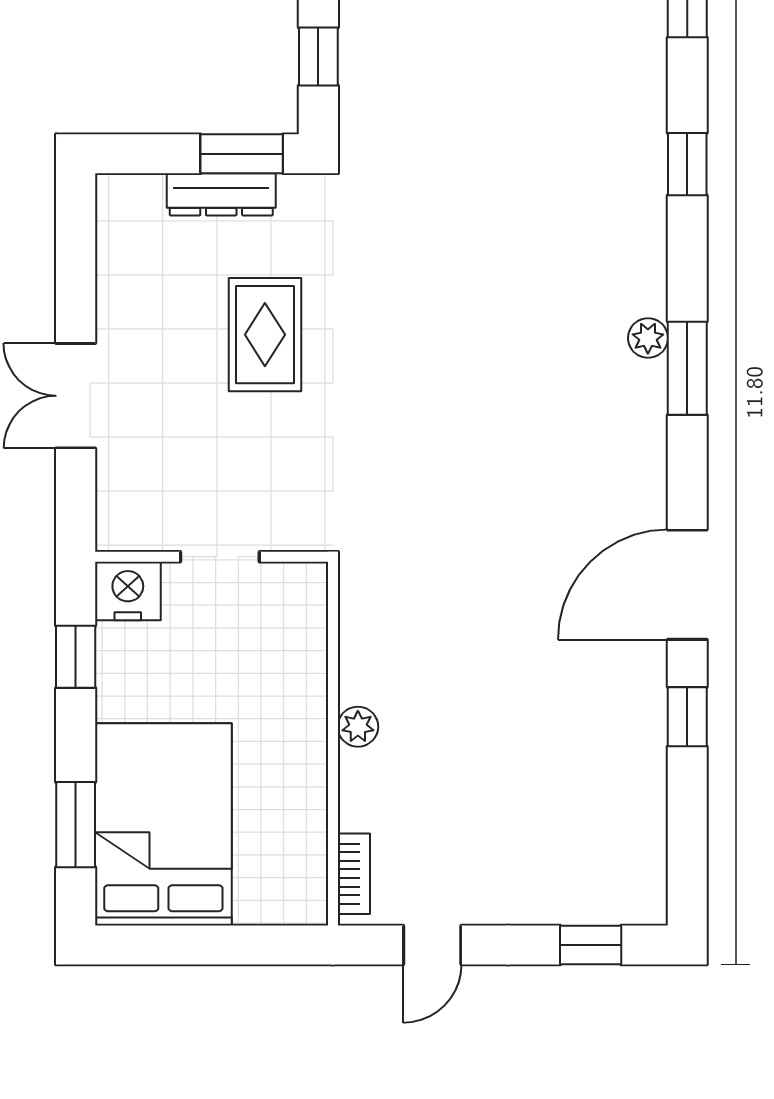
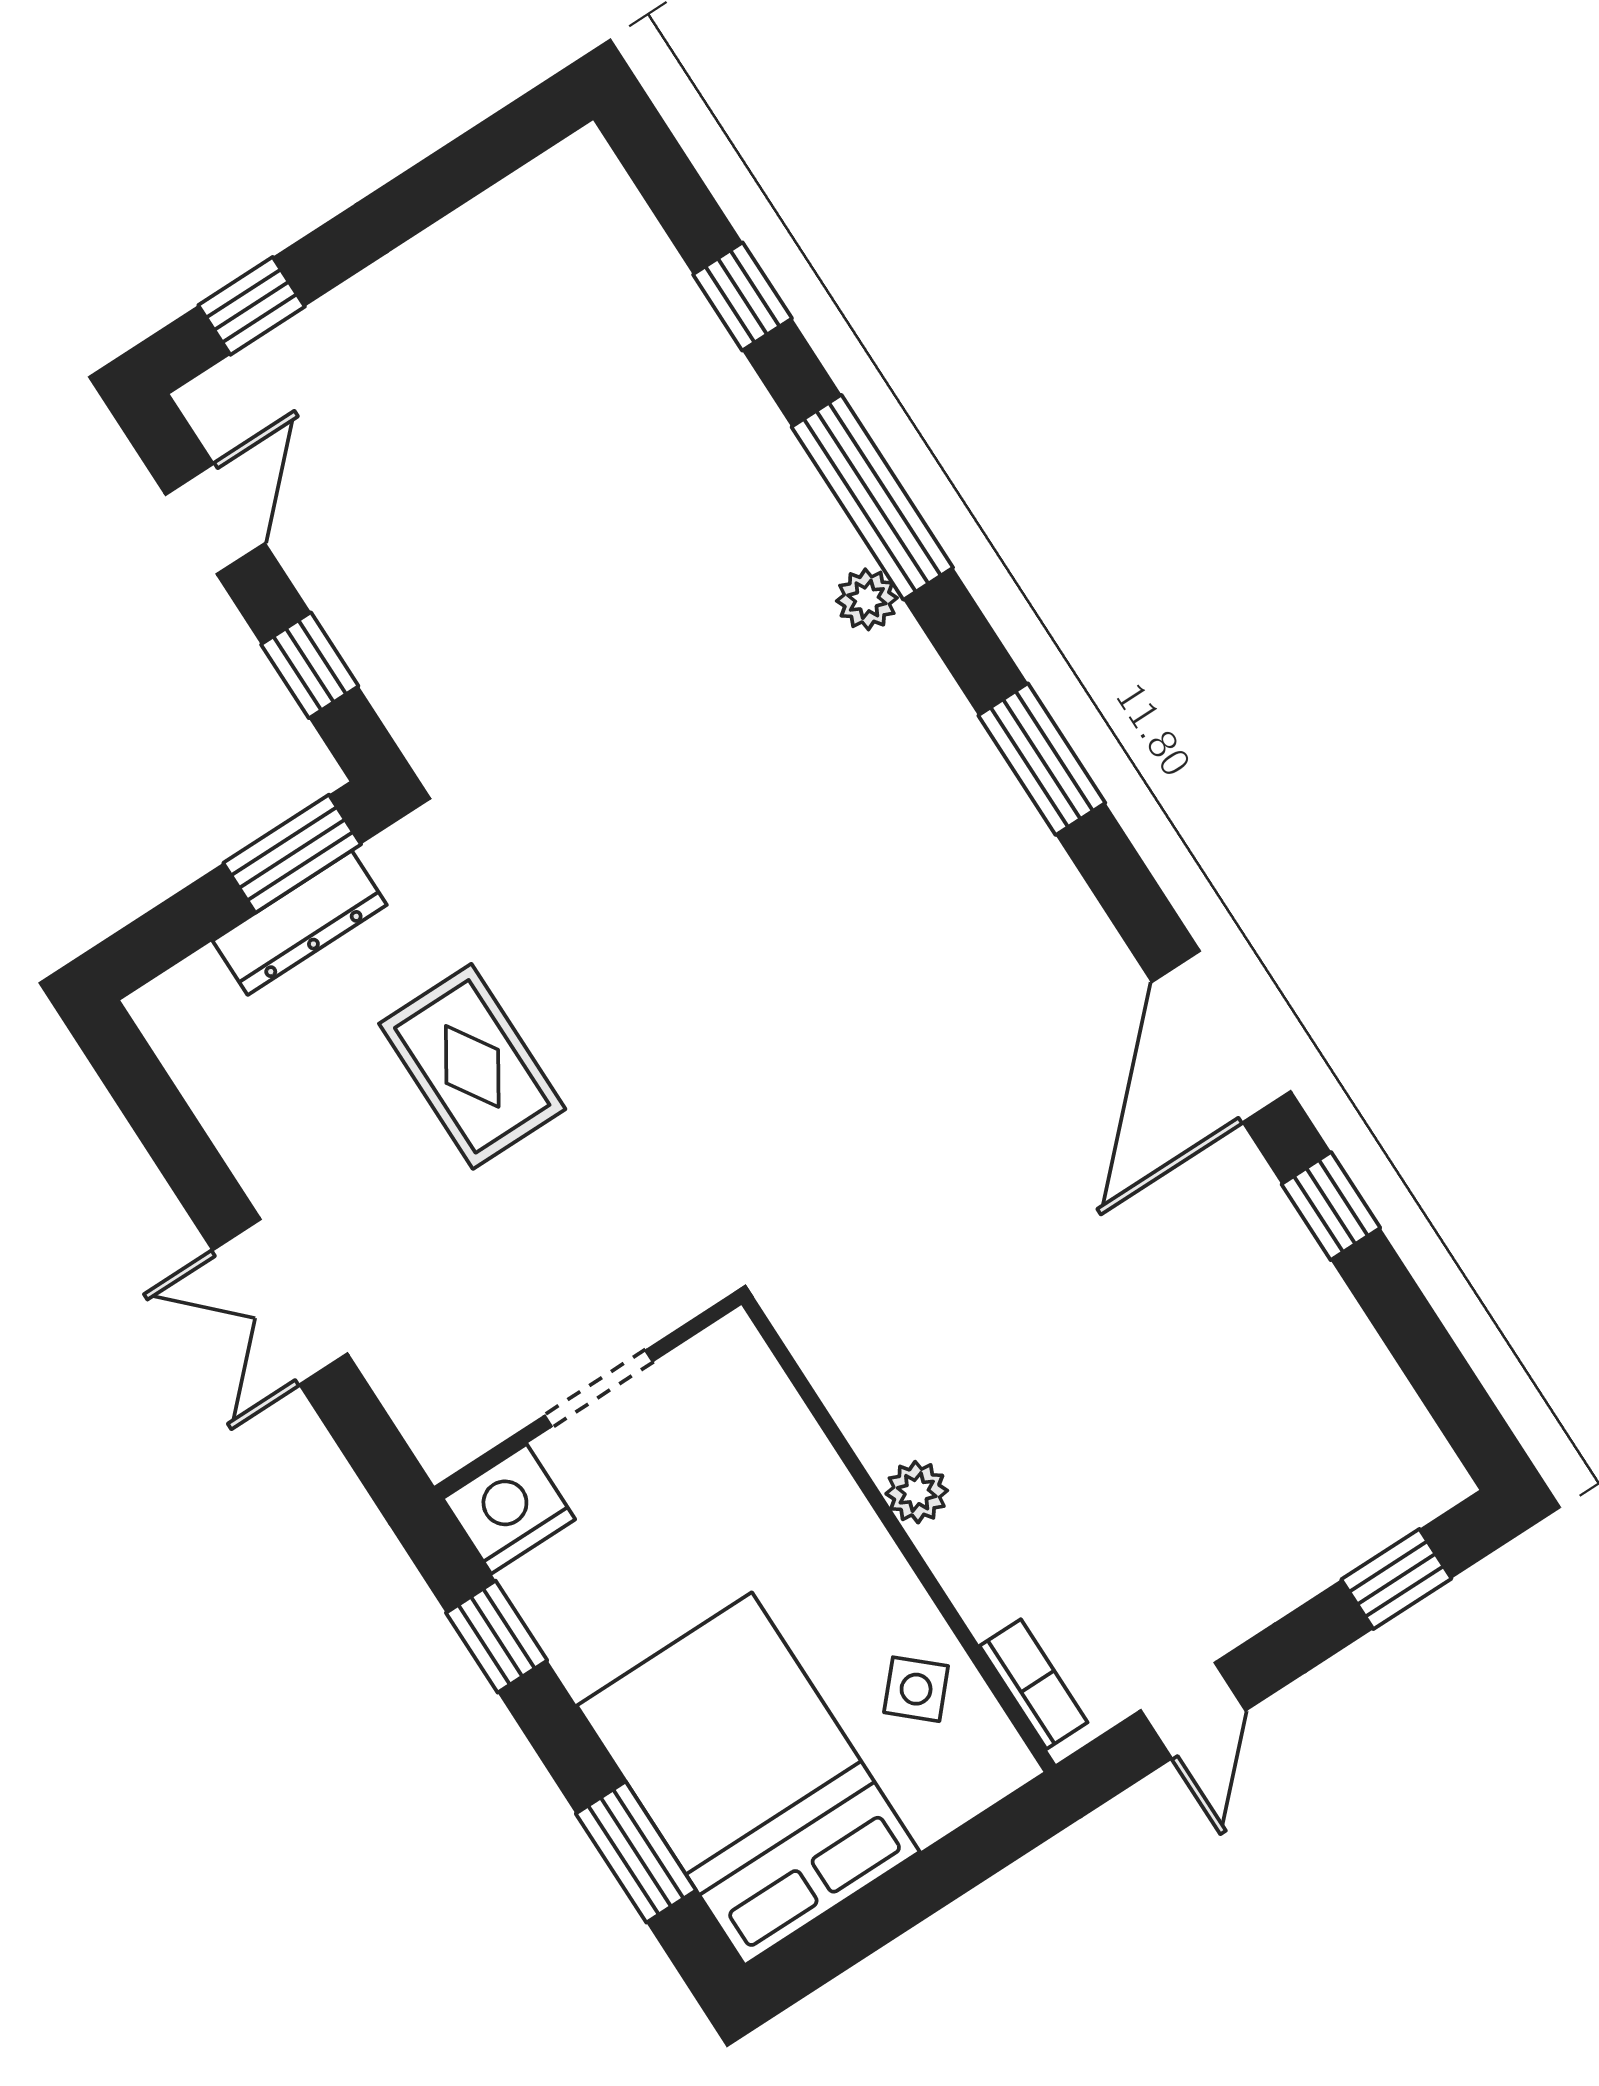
window: (687, 164) -> (872, 497), width x2.17
plant: (648, 338) -> (867, 599), moved
side table: (288, 835) -> (916, 1689), added

